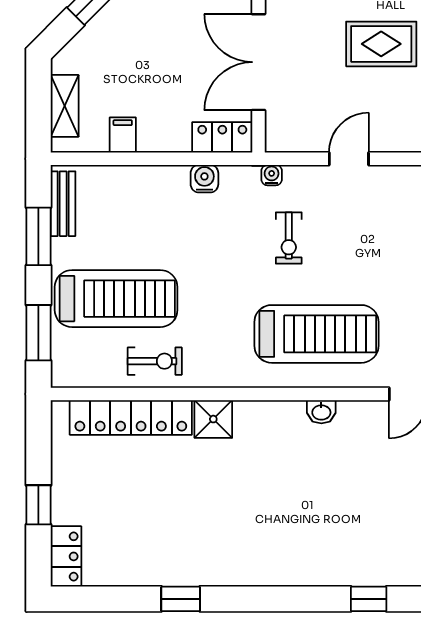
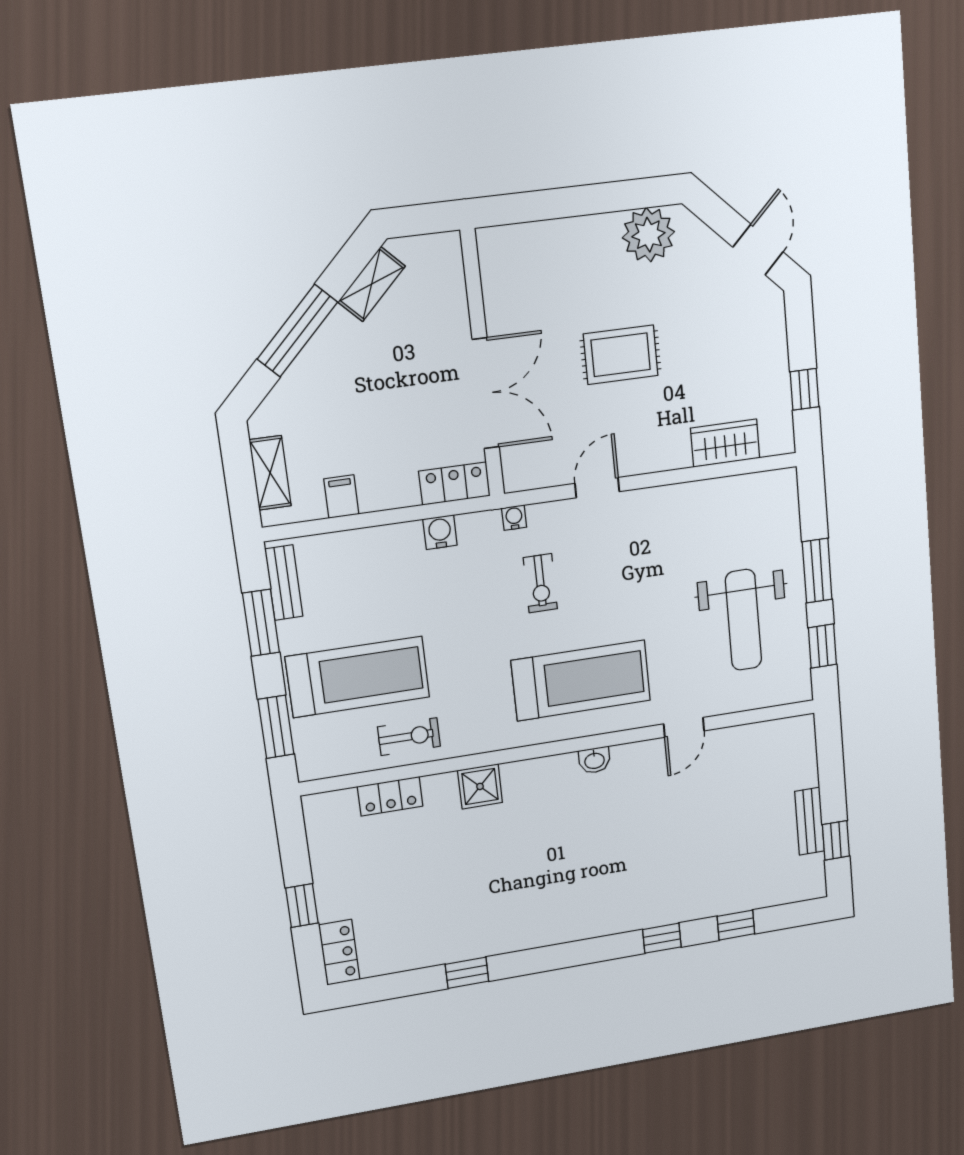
double door: (259, 62) -> (486, 393), swing flipped
locker: (131, 417) -> (390, 796), width x0.46, depth x0.83

